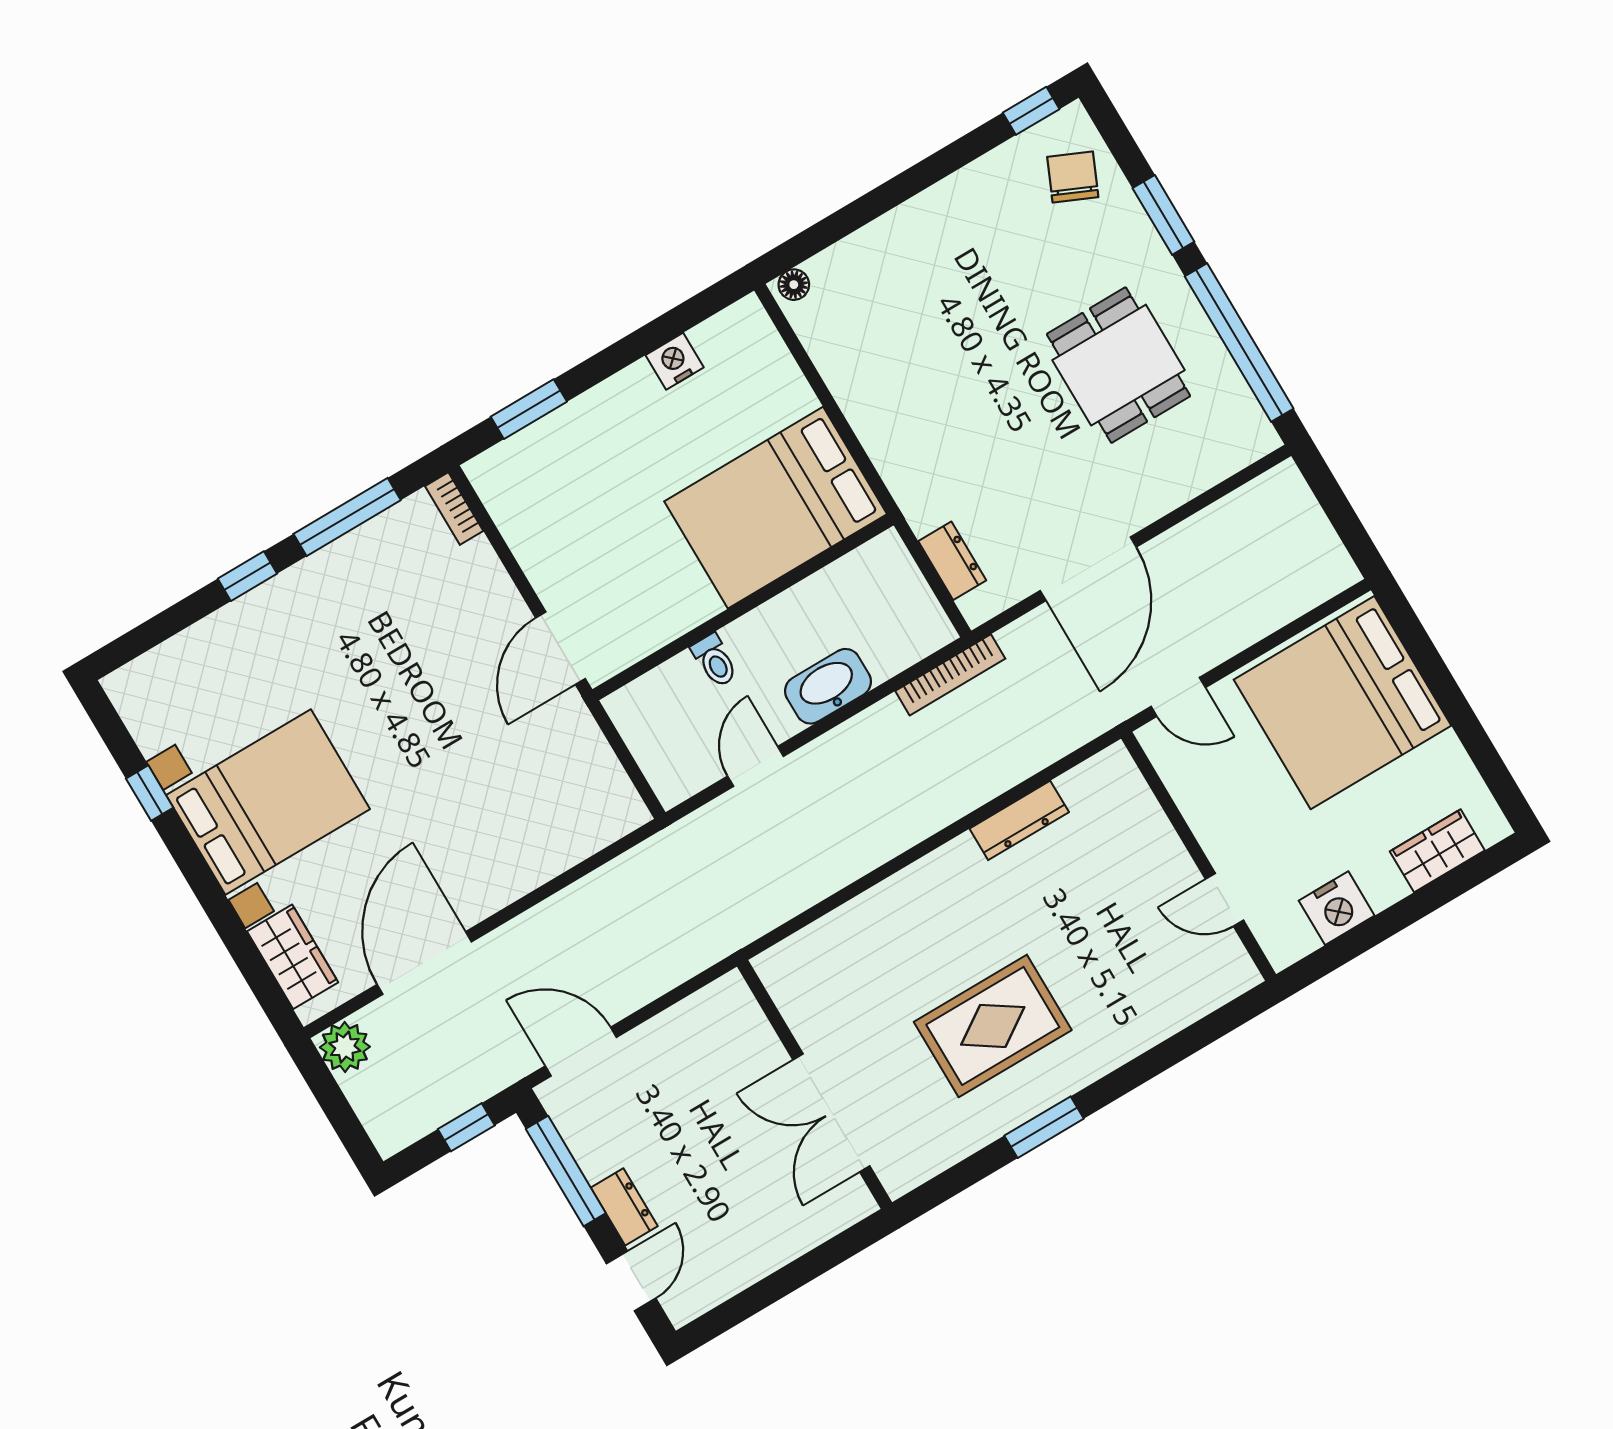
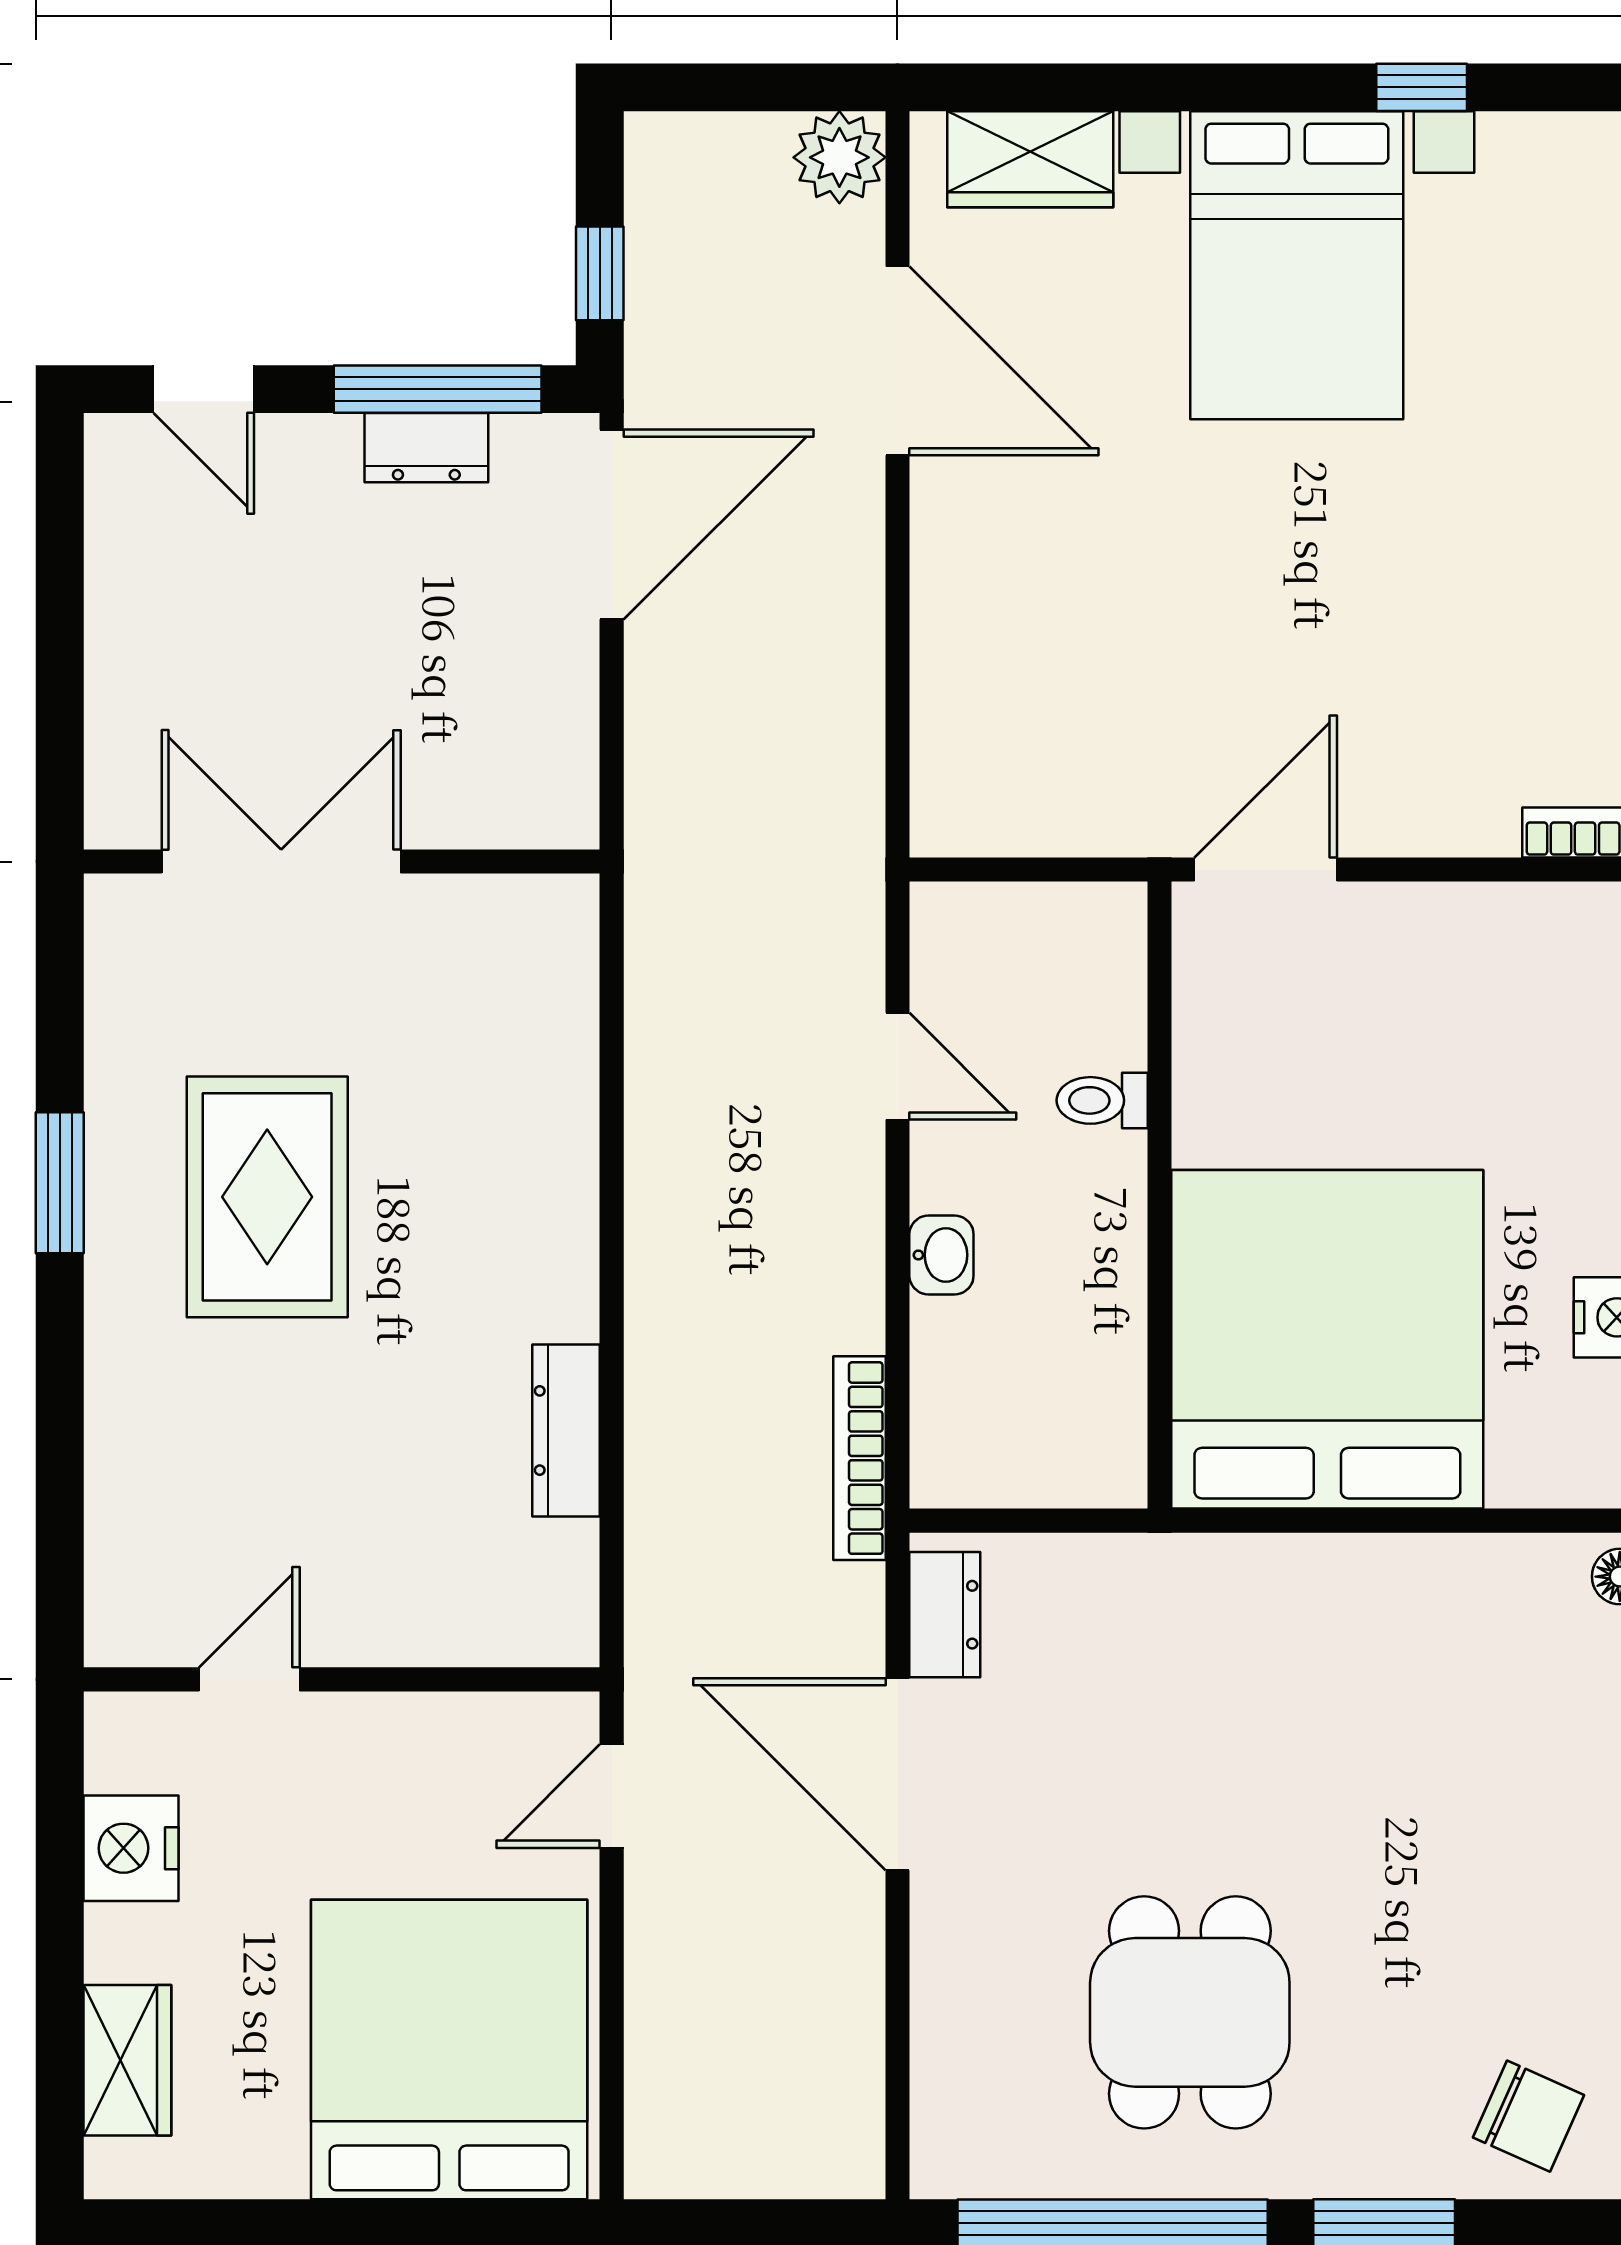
dining table: (1118, 365) -> (1190, 2012), turned 90
bed: (776, 508) -> (1327, 1339), width x1.36
dresser: (952, 561) -> (945, 1615), moved, turned -90
door: (561, 648) -> (1266, 870), hinge flipped
washbasin: (828, 686) -> (941, 1255), width x0.52, depth x0.69
door: (581, 1052) -> (612, 525), width x1.36
dresser: (624, 1207) -> (426, 448), moved

